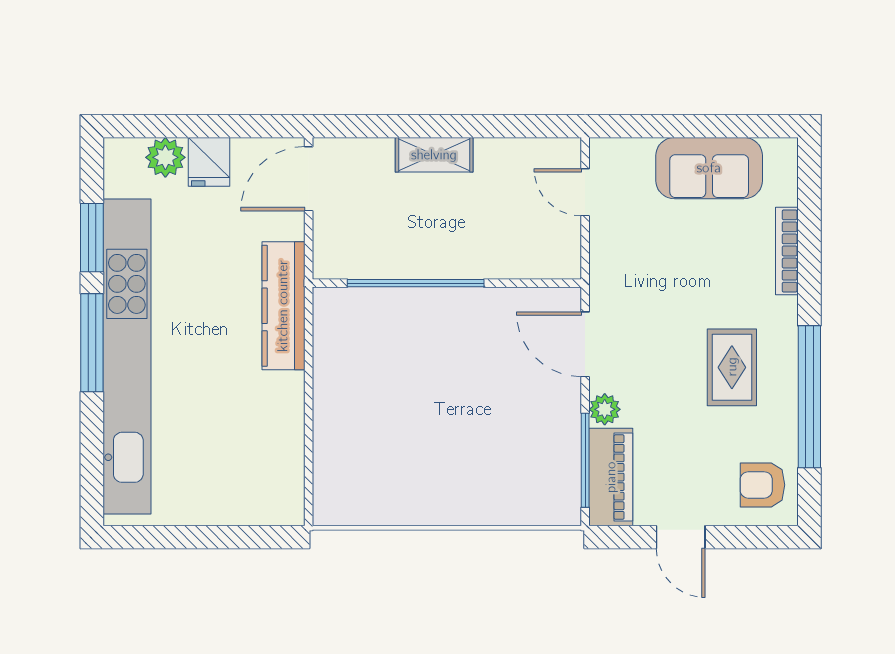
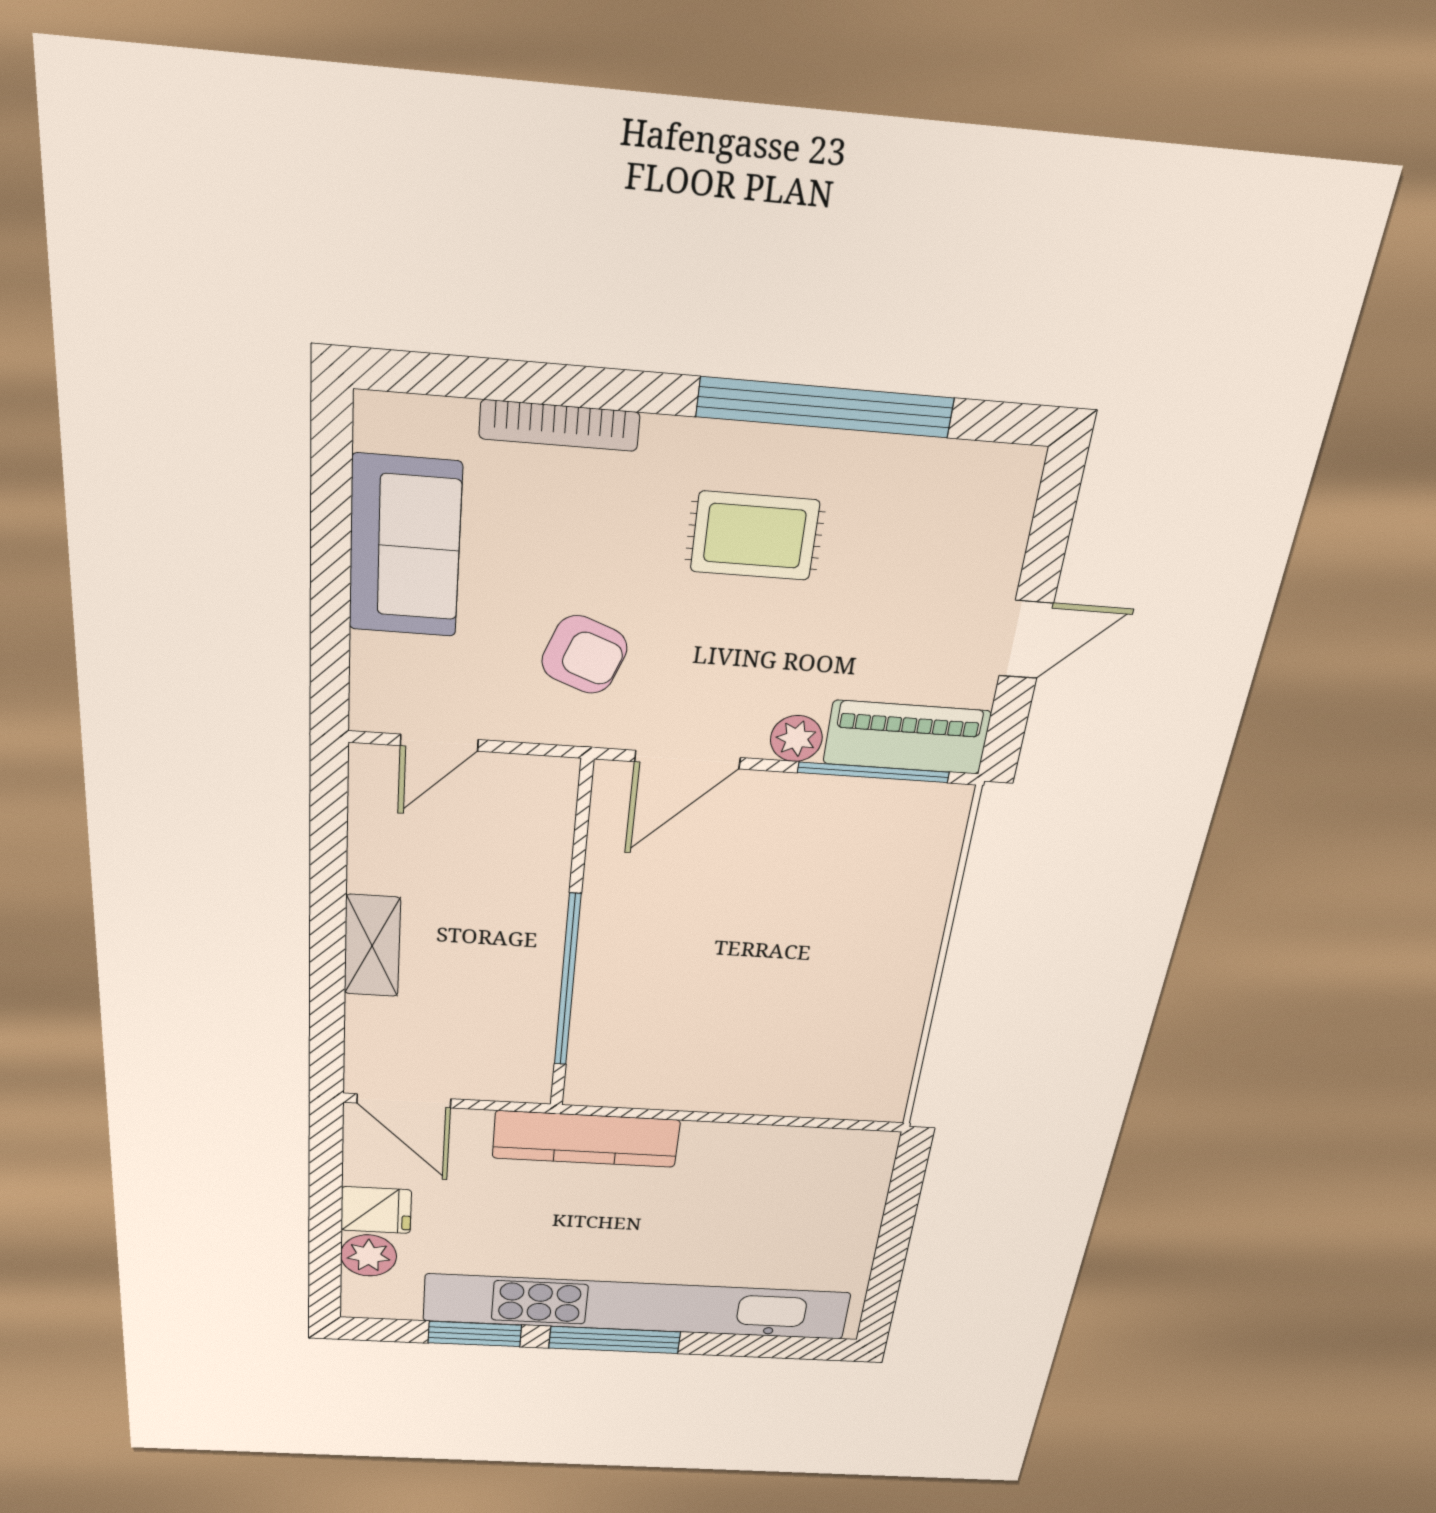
armchair: (762, 485) -> (584, 655), moved, turned -69

